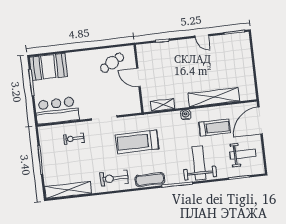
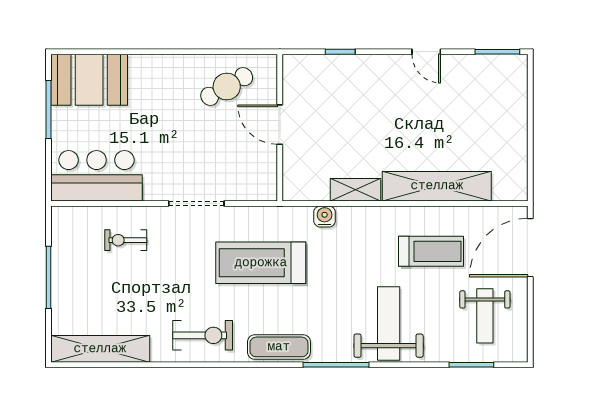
shelving: (163, 105) -> (355, 190), moved
water cooler: (186, 115) -> (325, 216), moved
weight bench: (243, 154) -> (485, 316), turned 90
exercise bike: (114, 178) -> (203, 335), turned 180

